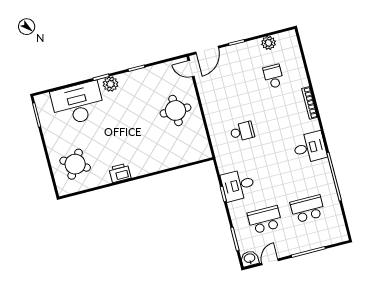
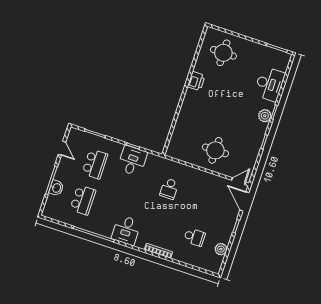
desk: (78, 104) -> (269, 84), width x0.73, depth x0.77
round table: (75, 164) -> (223, 53), turned -31
washbasin: (250, 259) -> (56, 188), moved

